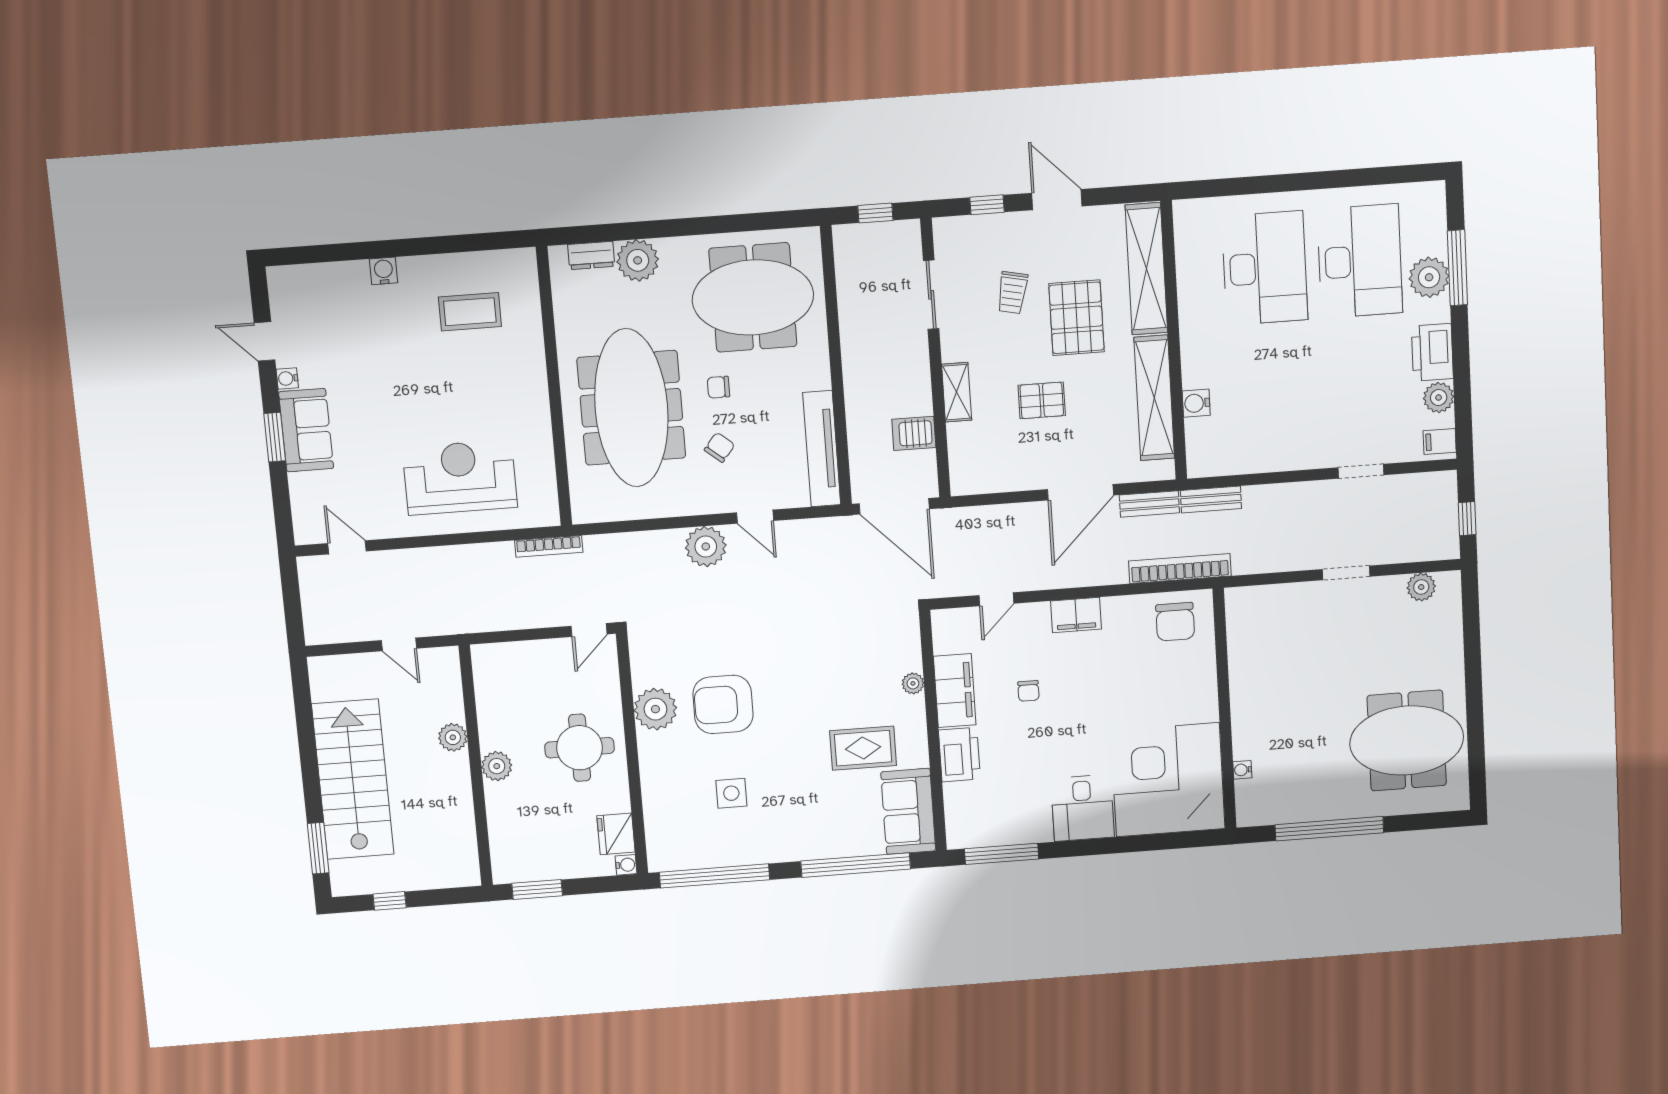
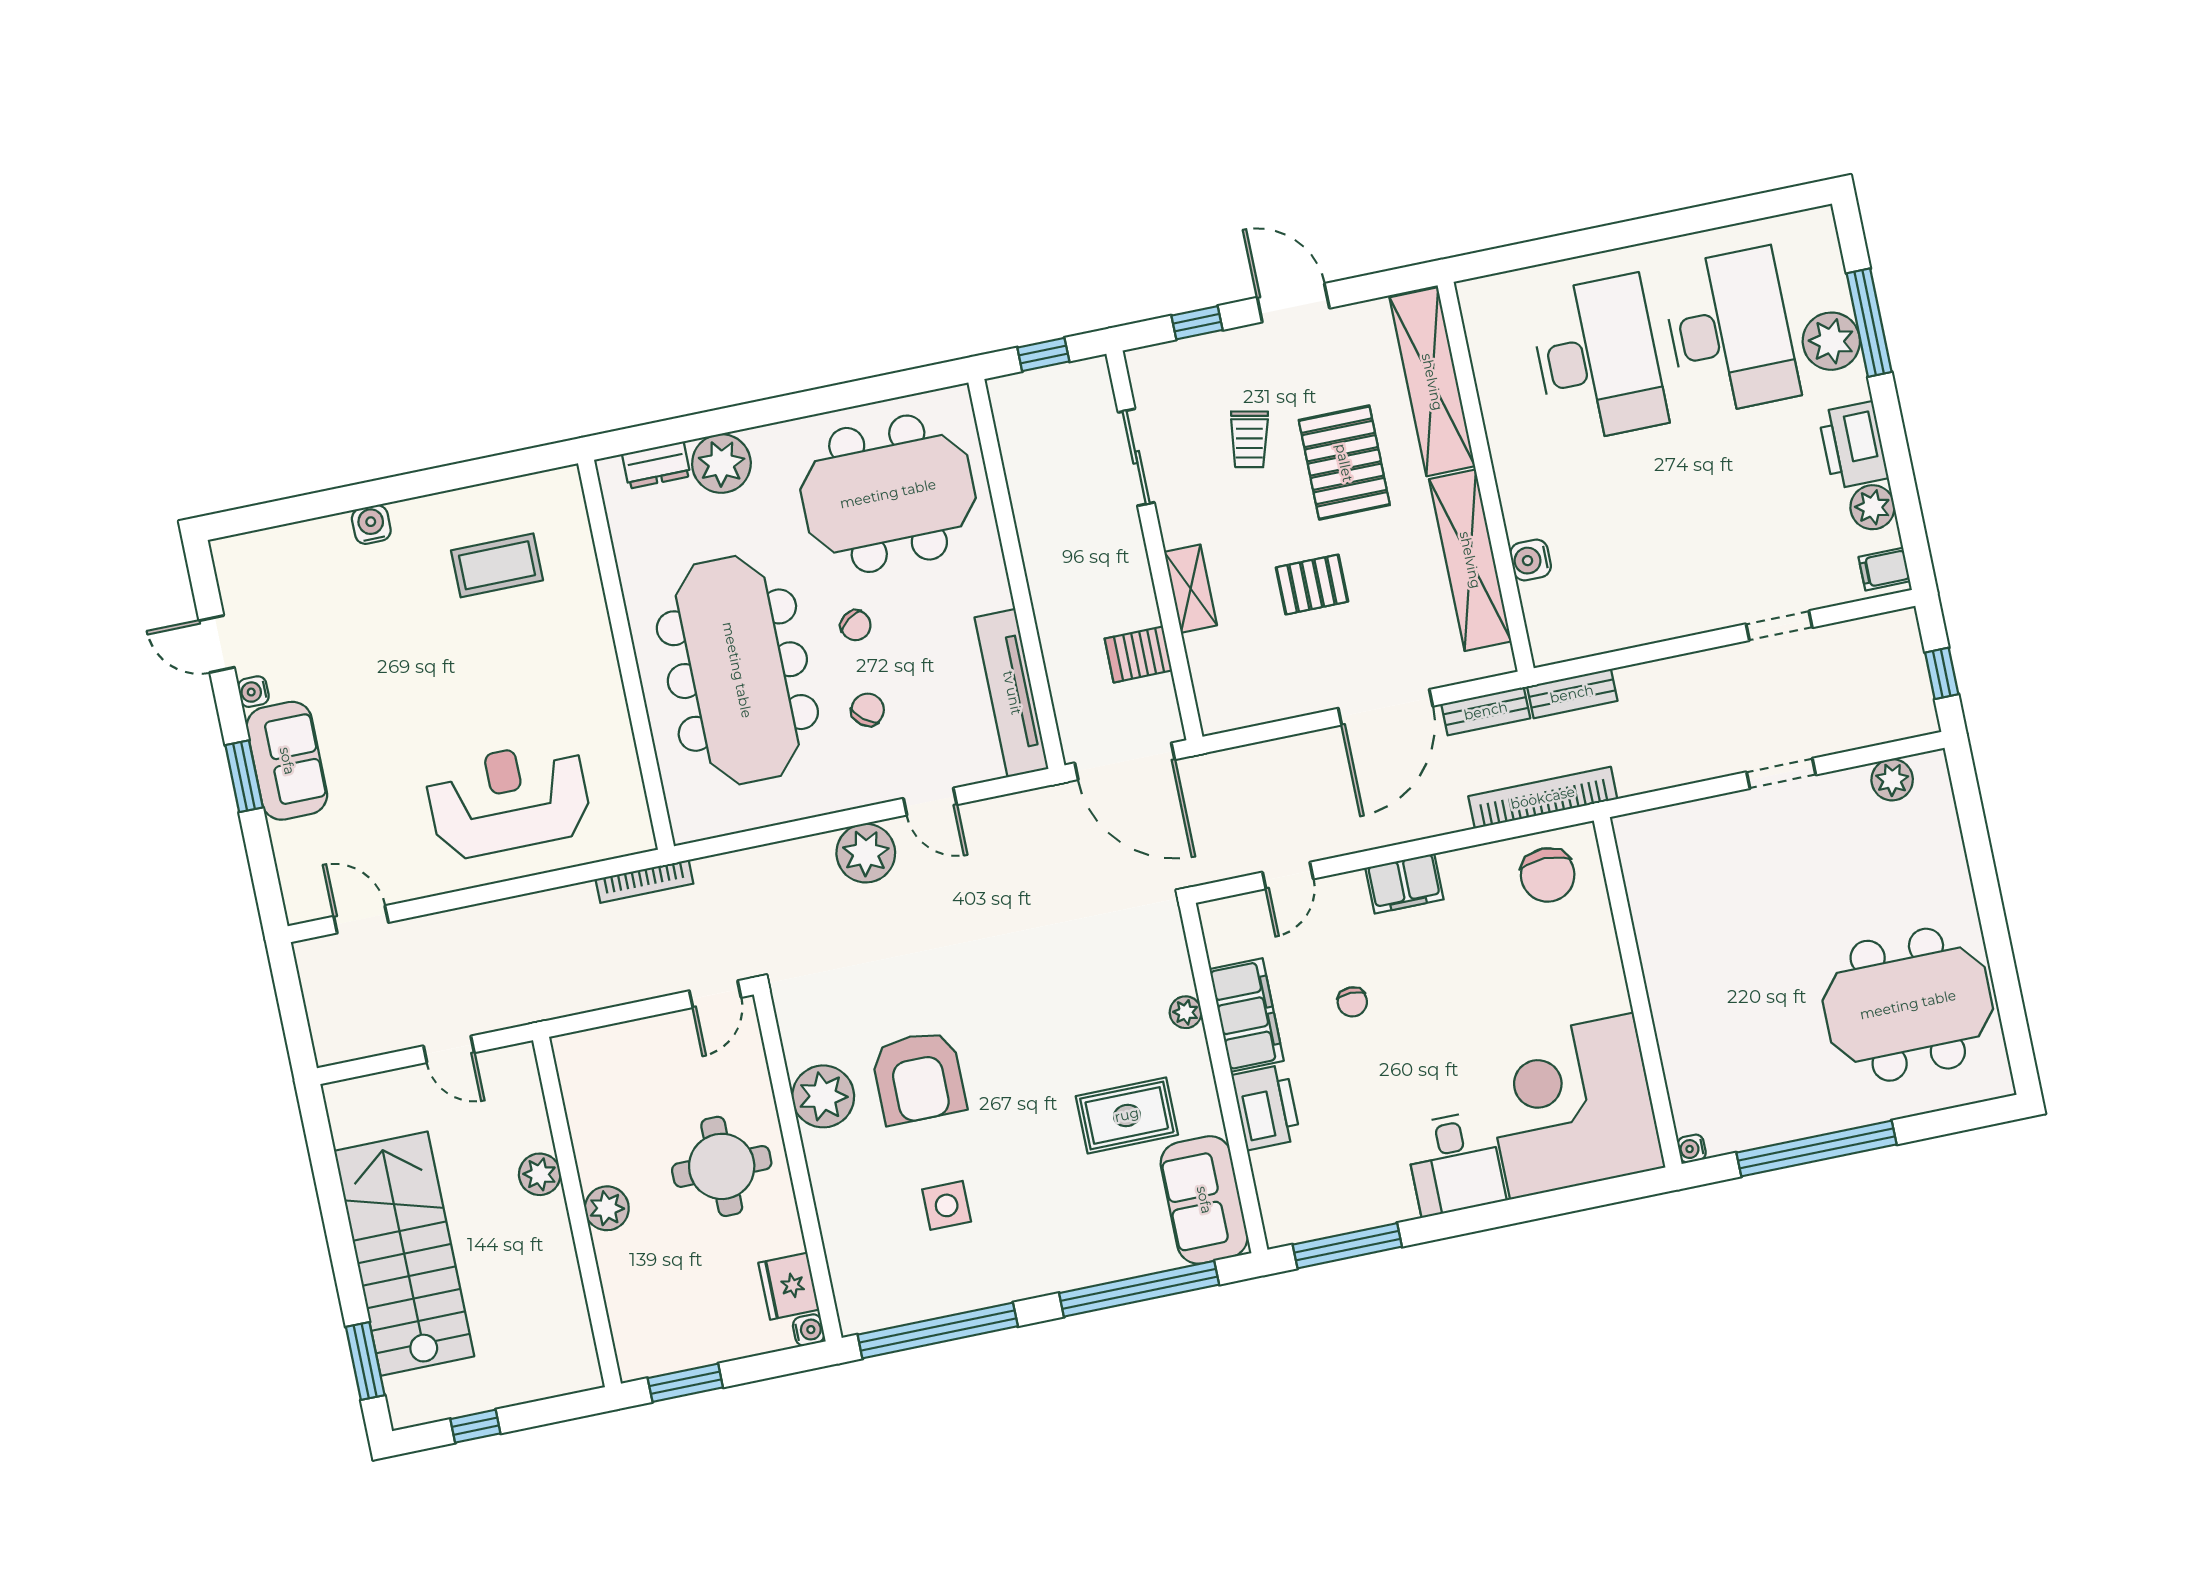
chair: (718, 387) -> (856, 625), turned -126
armchair: (723, 704) -> (919, 1077), turned -90
water cooler: (1242, 770) -> (1692, 1149), moved

